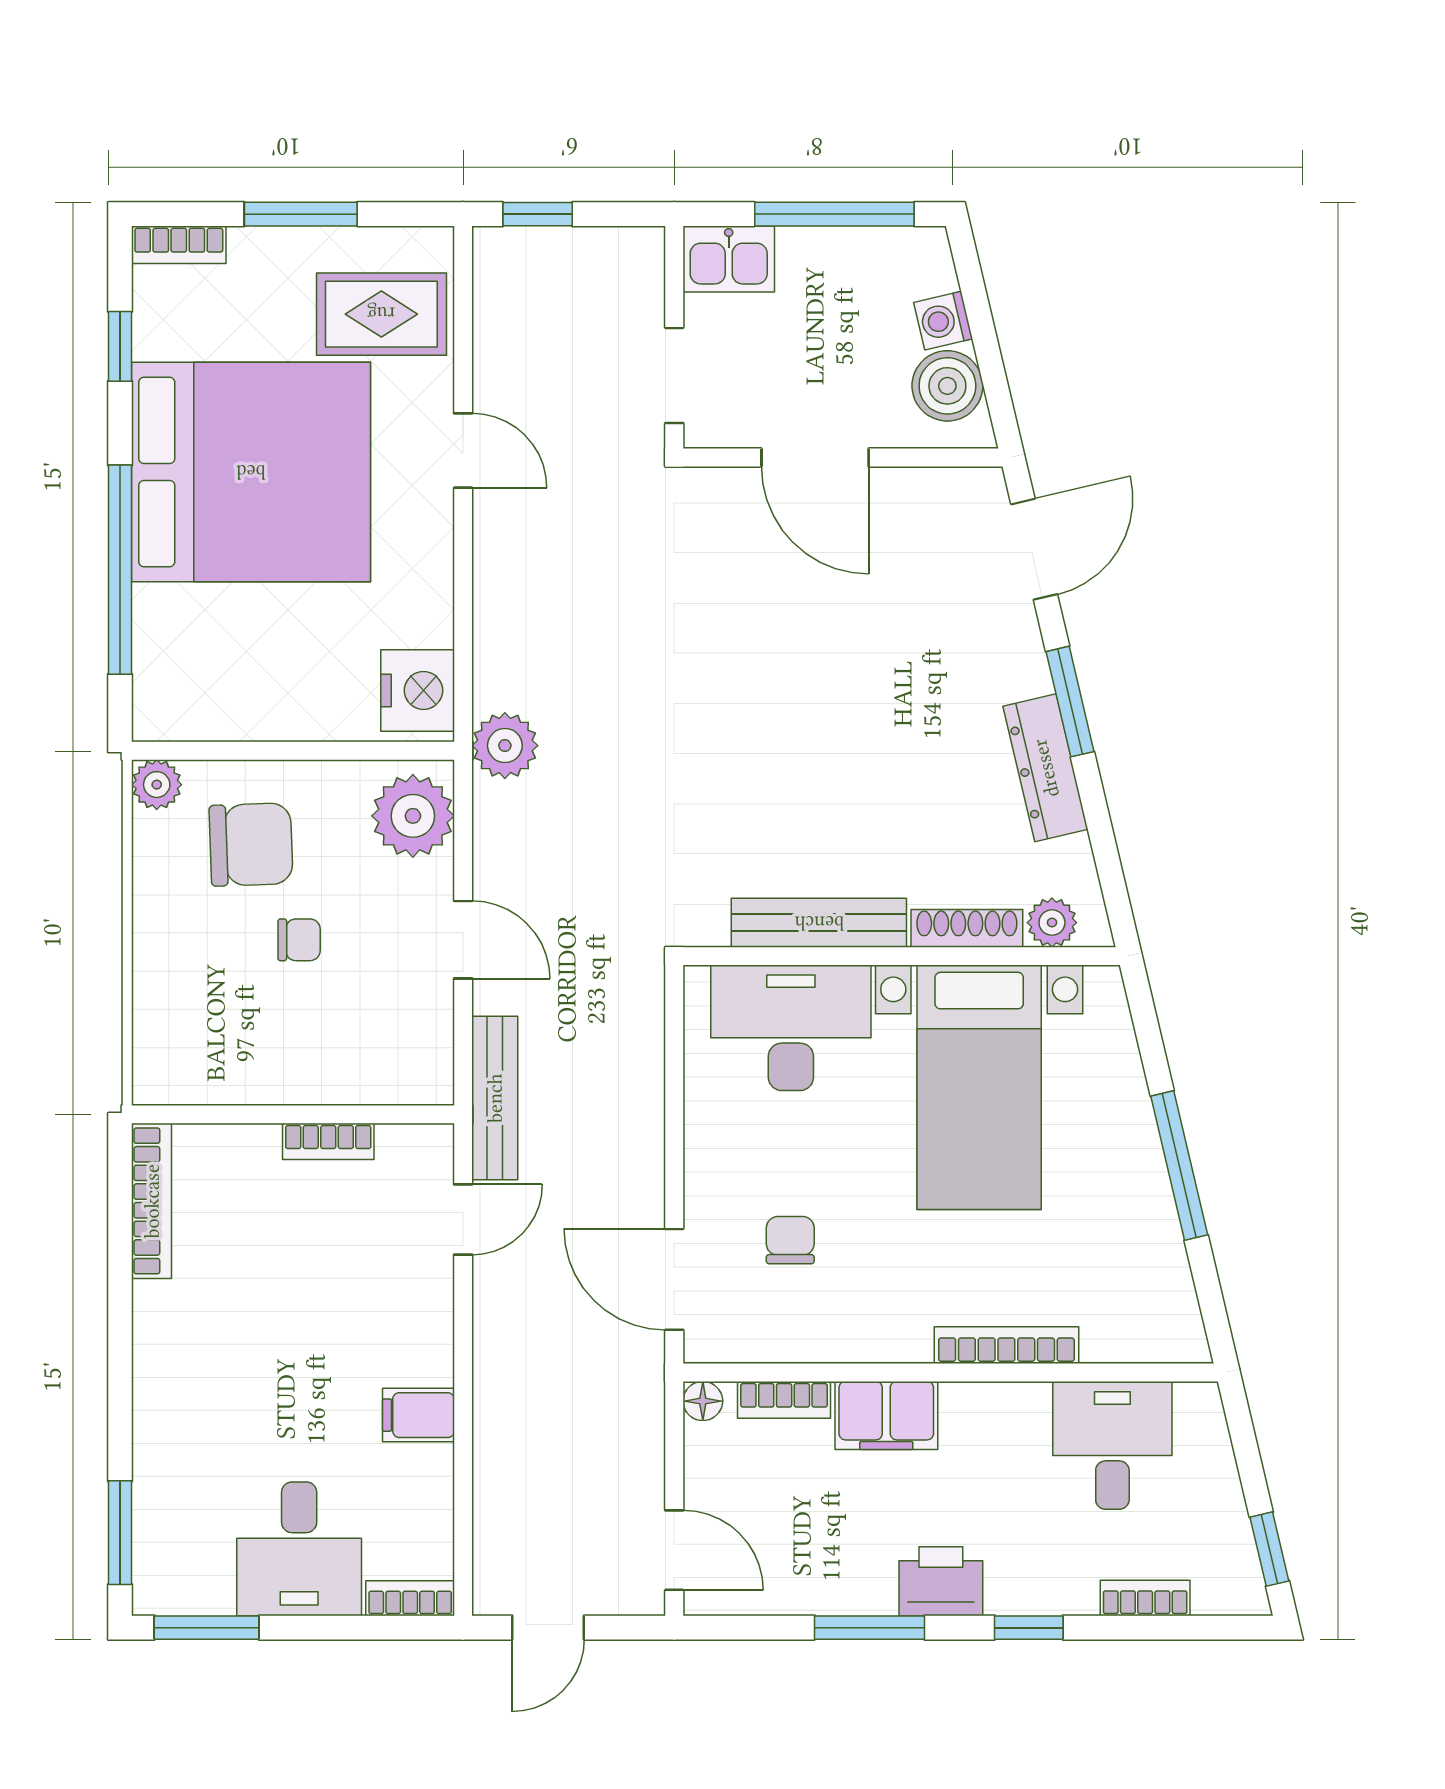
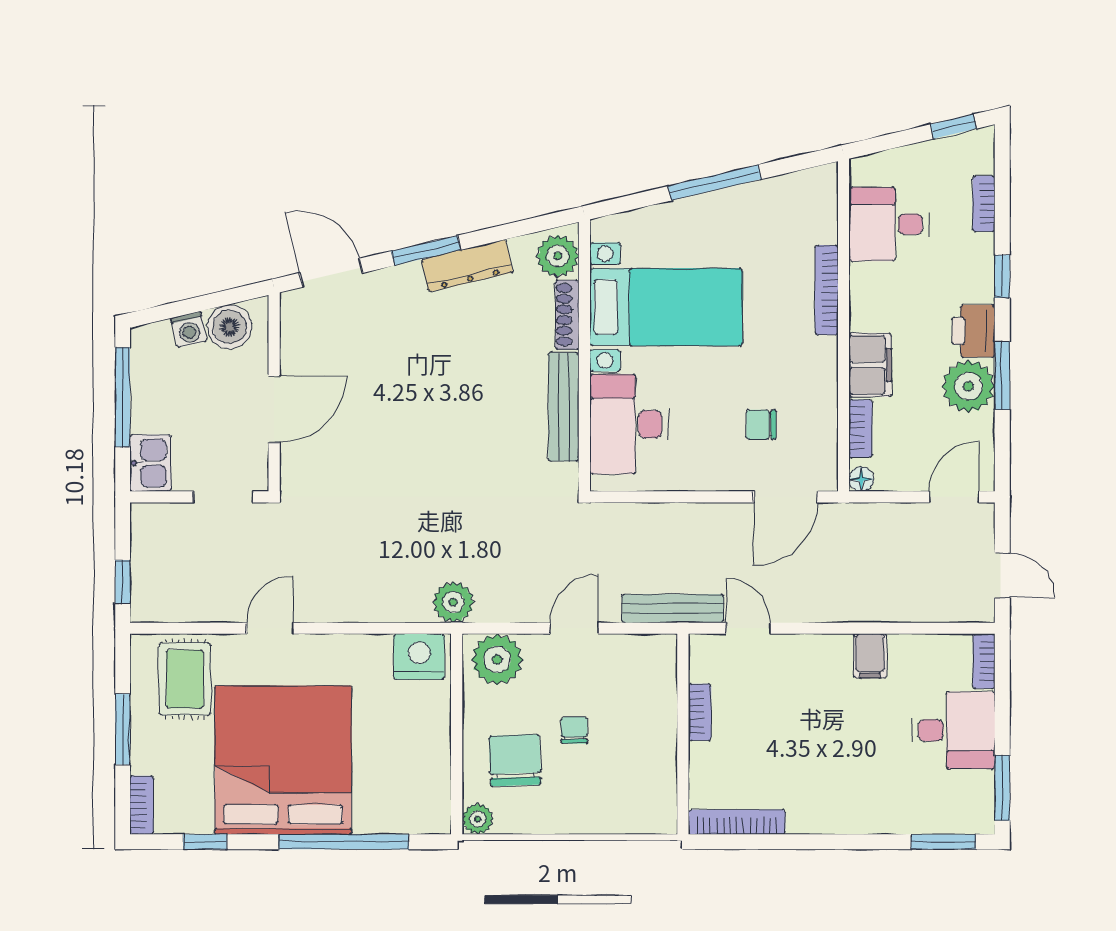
plant: (1052, 923) -> (558, 256), width x1.38, depth x1.38
plant: (852, 1573) -> (968, 386), added

